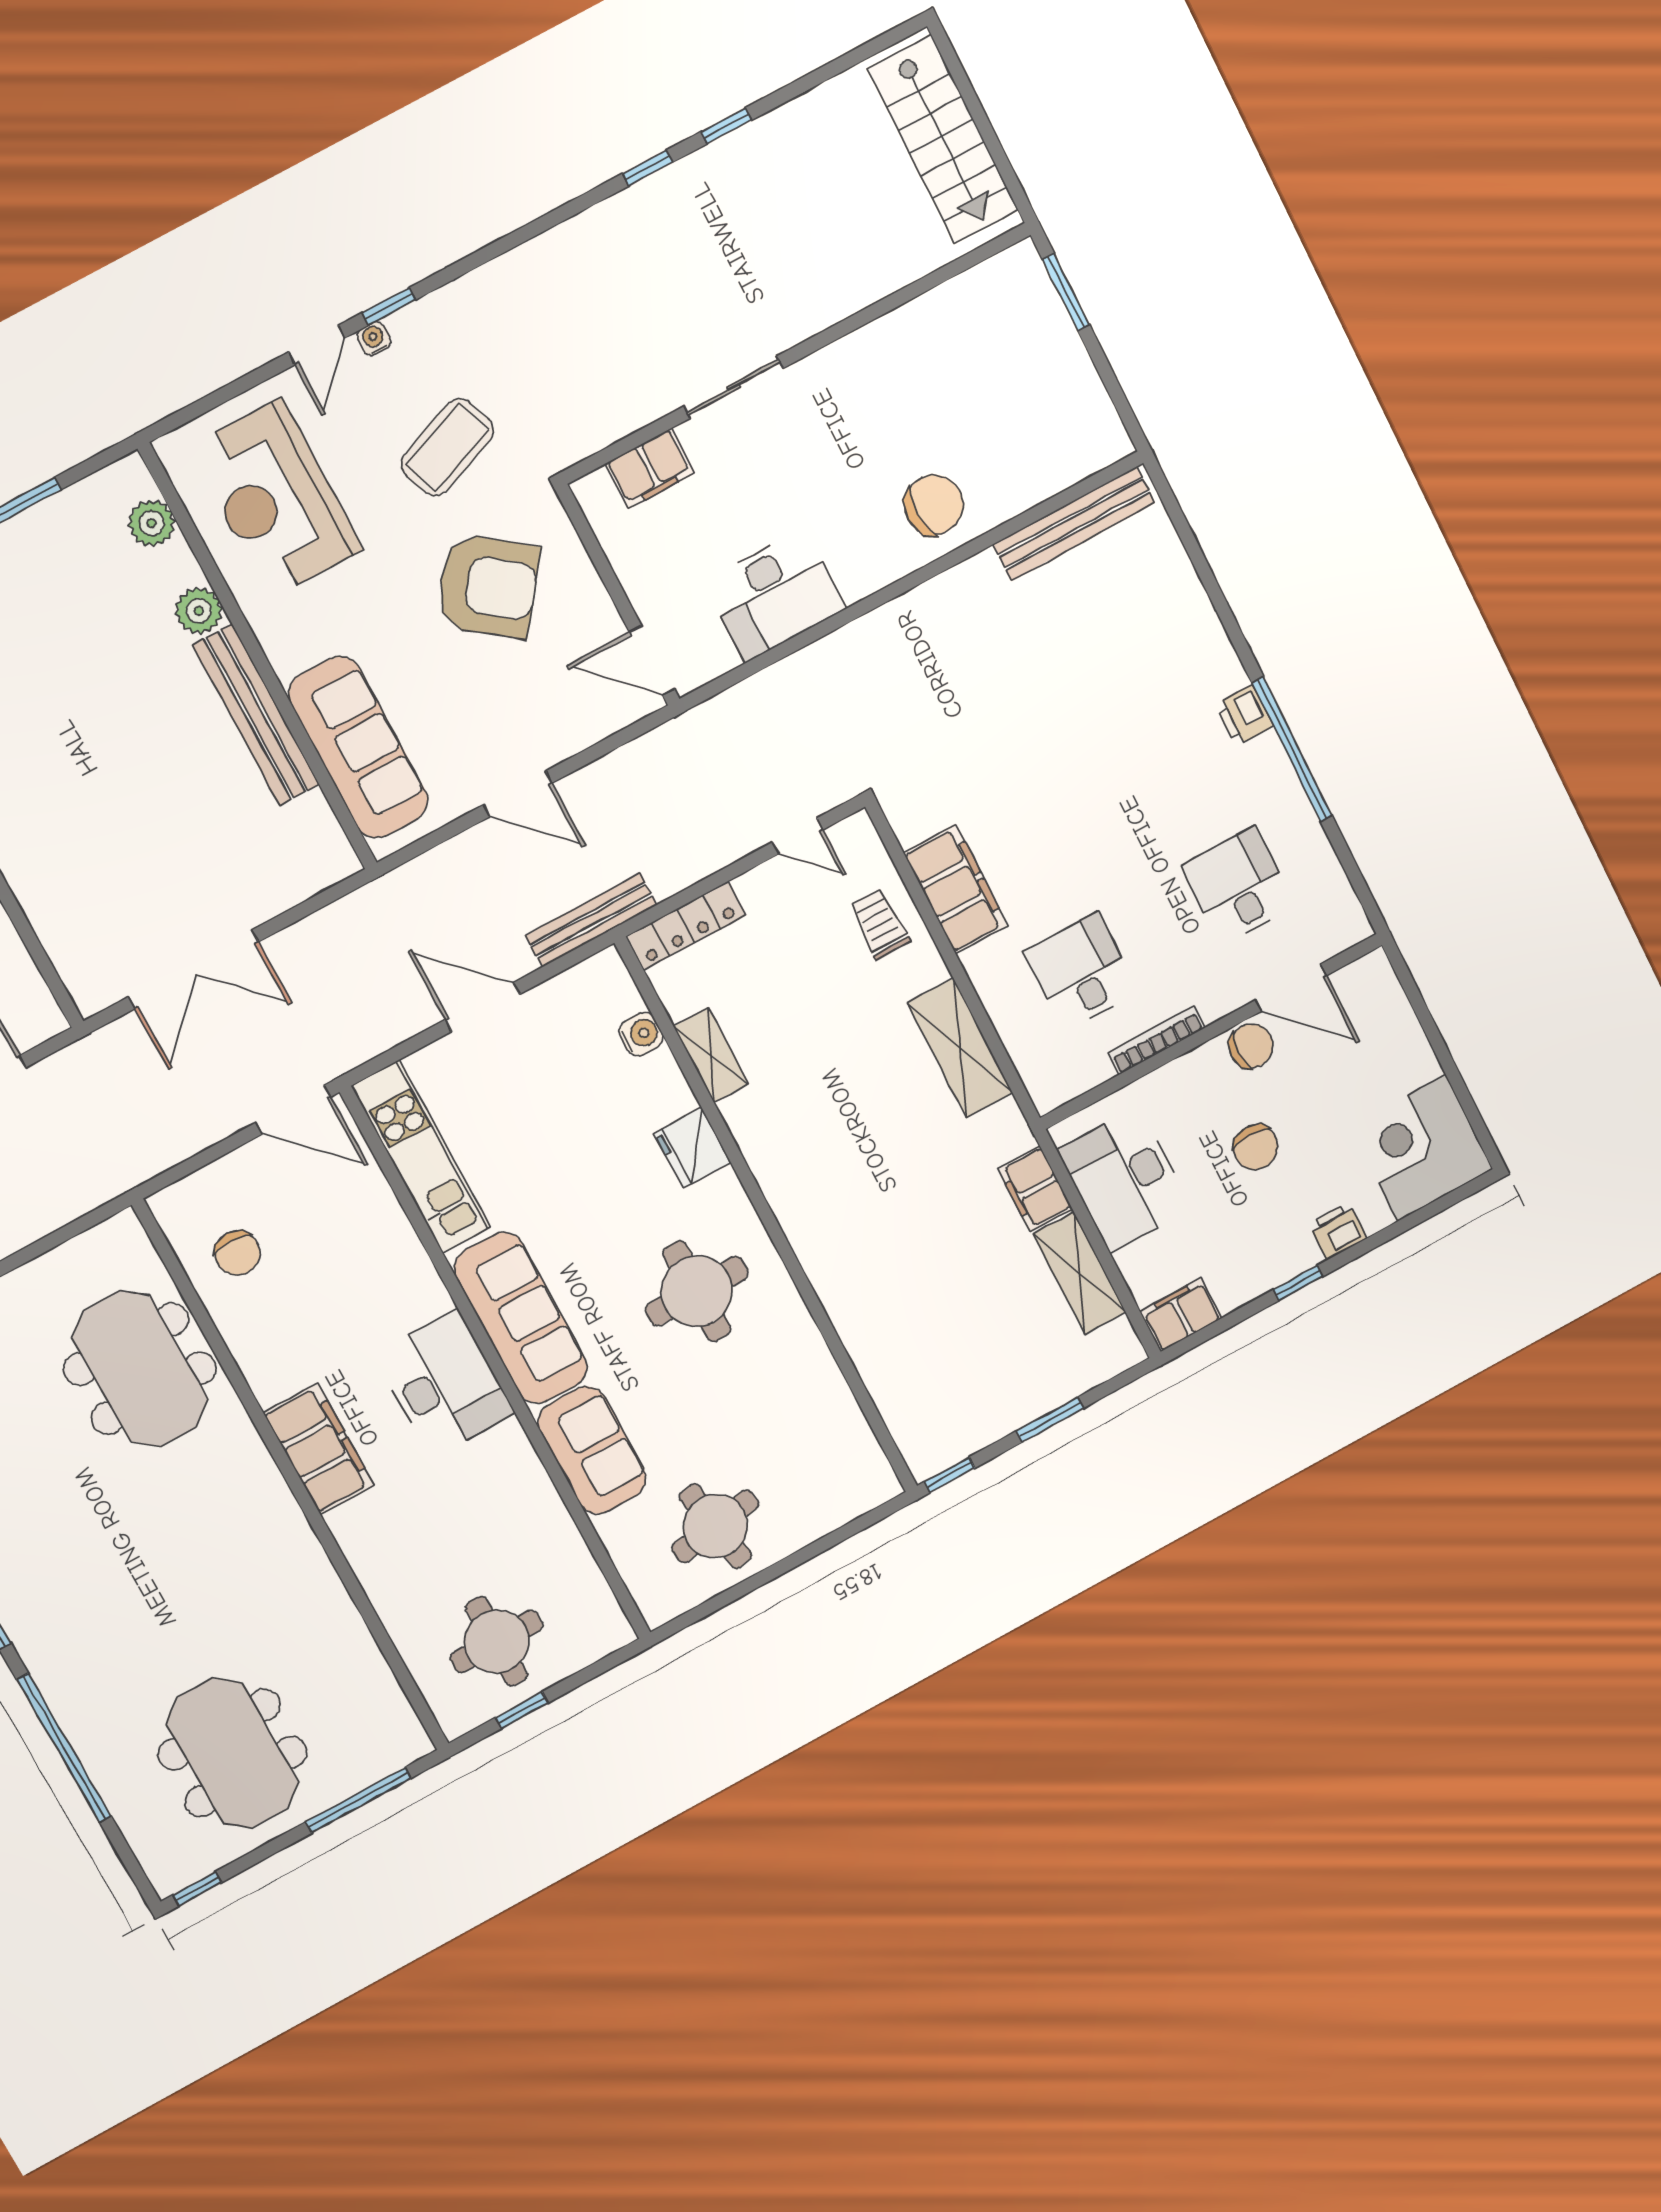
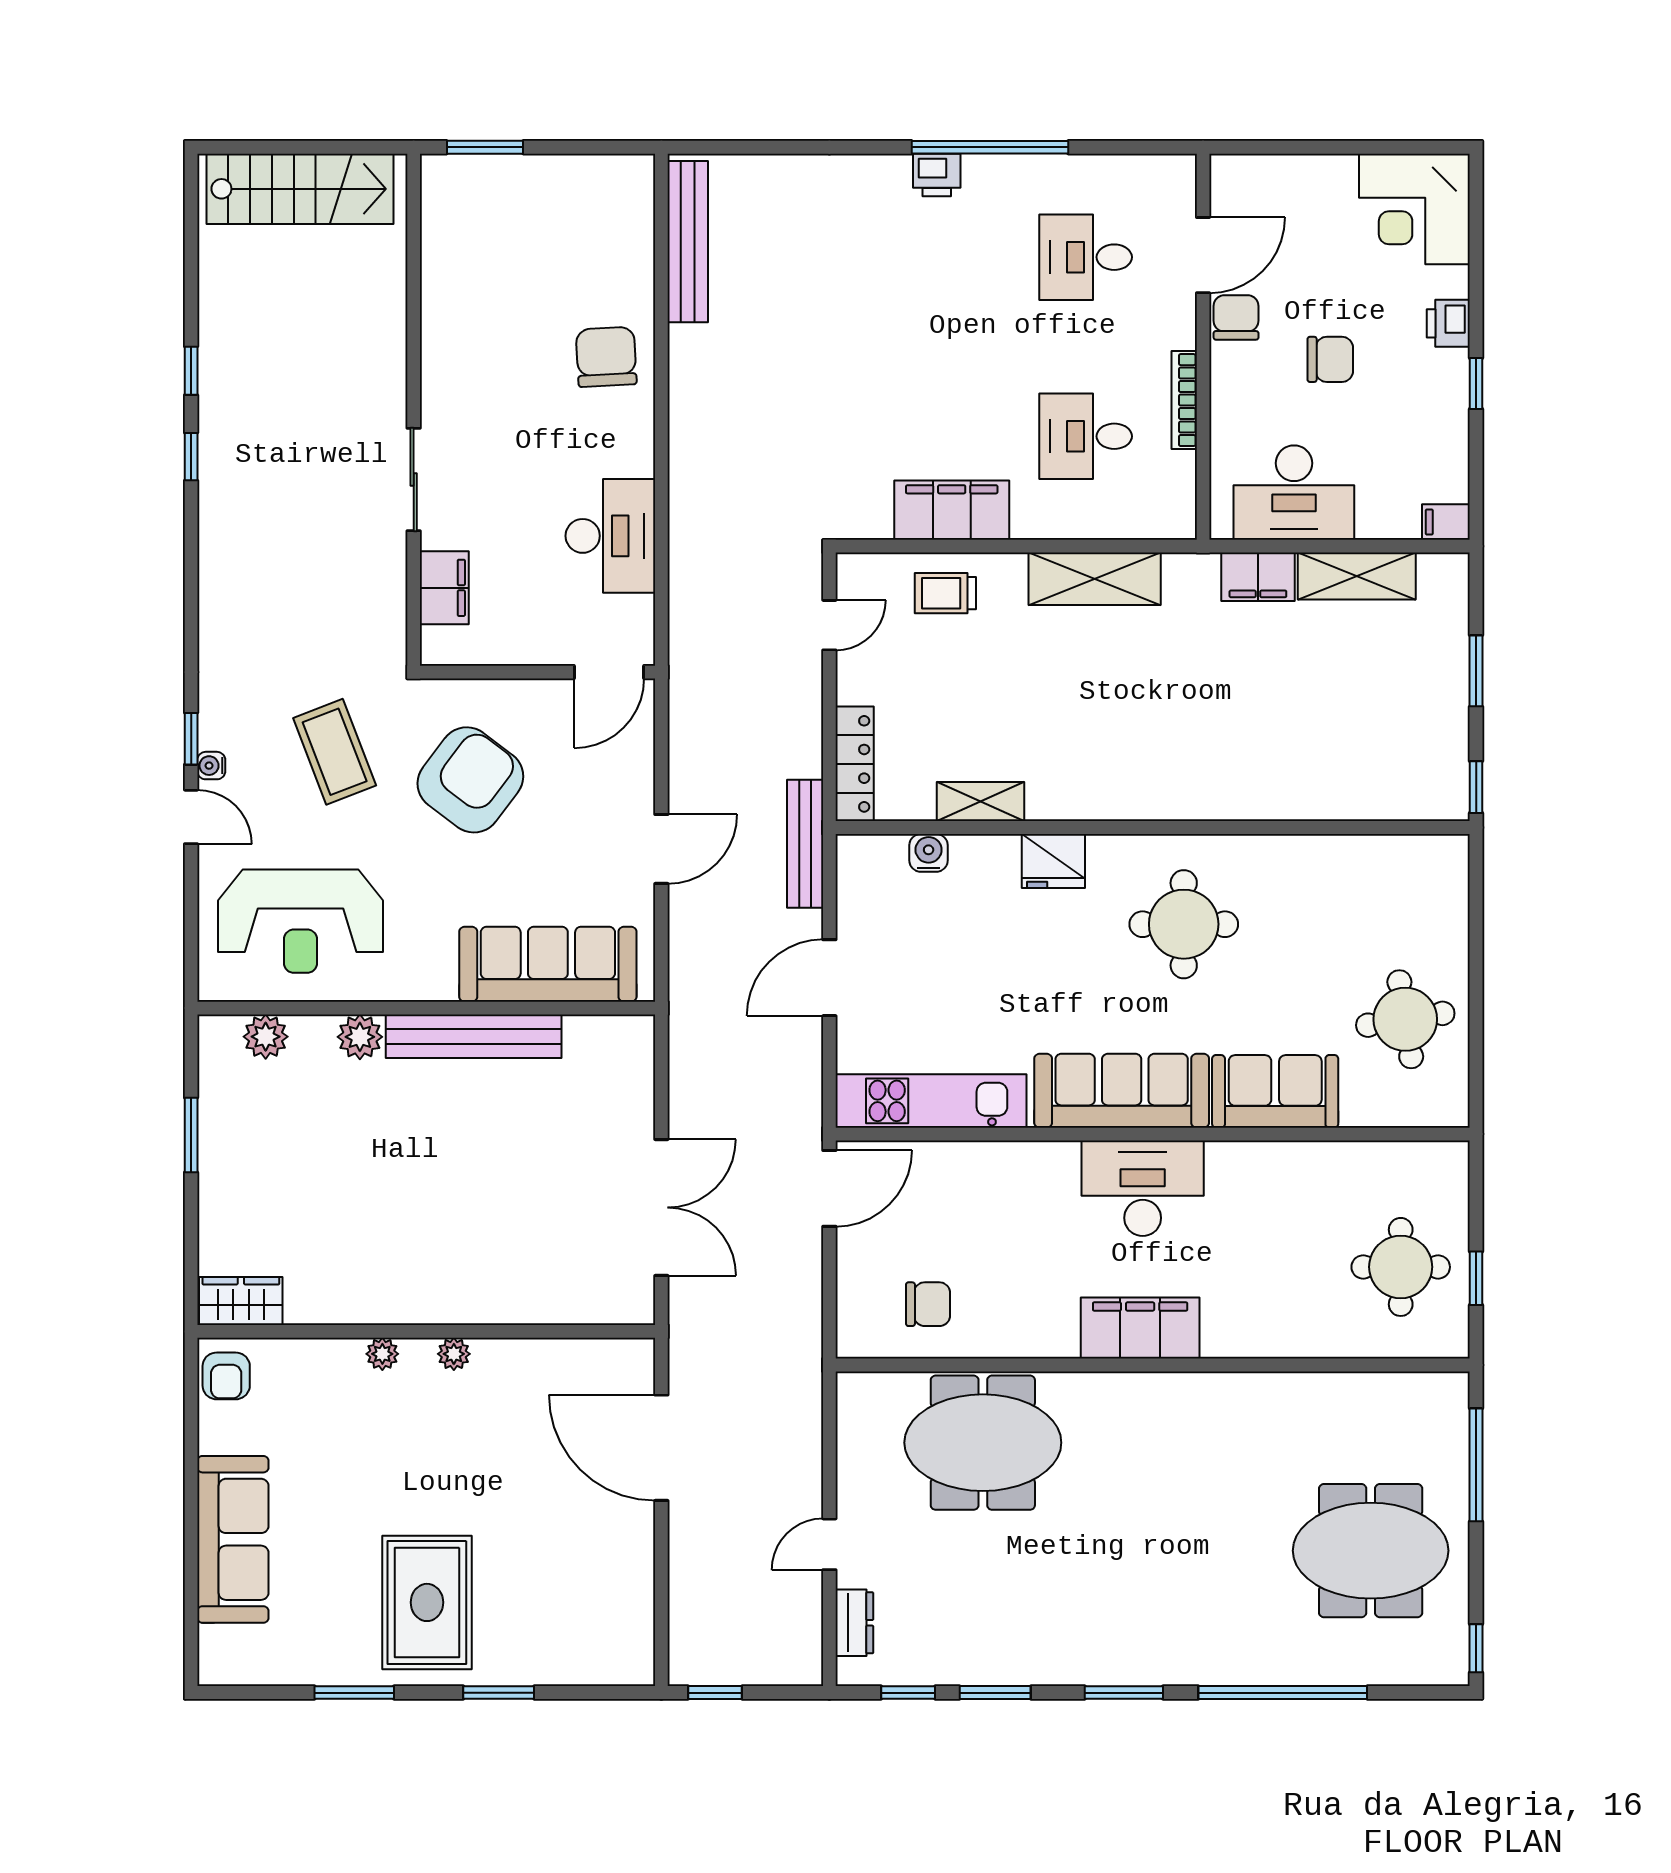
filing cabinet: (1181, 1315) -> (1446, 522), width x0.50

